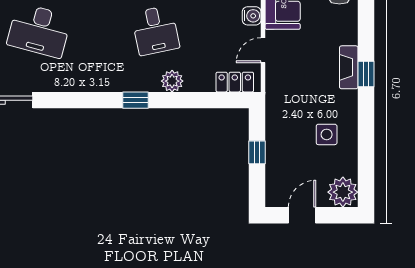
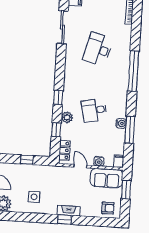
window: (197, 100) -> (56, 130), added

